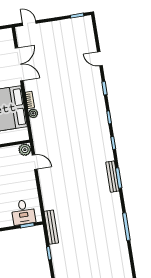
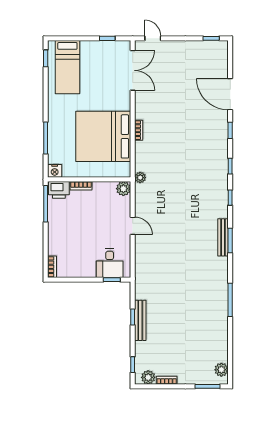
door: (100, 59) -> (230, 94), width x1.88
double door: (19, 64) -> (133, 70), moved
plant: (33, 113) -> (140, 178), moved
door: (35, 162) -> (133, 226), moved
bench: (51, 227) -> (140, 320), moved

